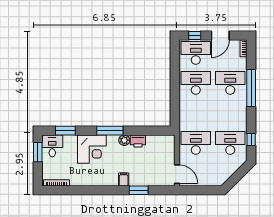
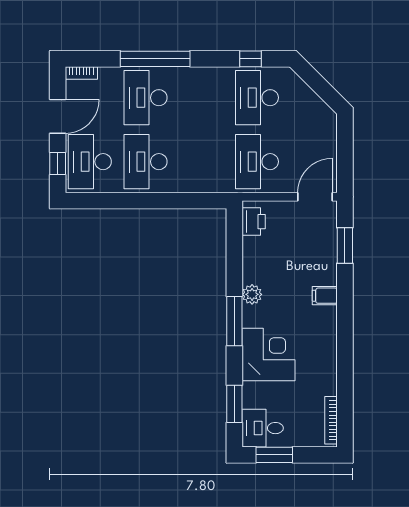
door: (220, 35) -> (58, 116), hinge flipped
printer: (138, 141) -> (254, 222), moved
window: (139, 190) -> (345, 245), moved

